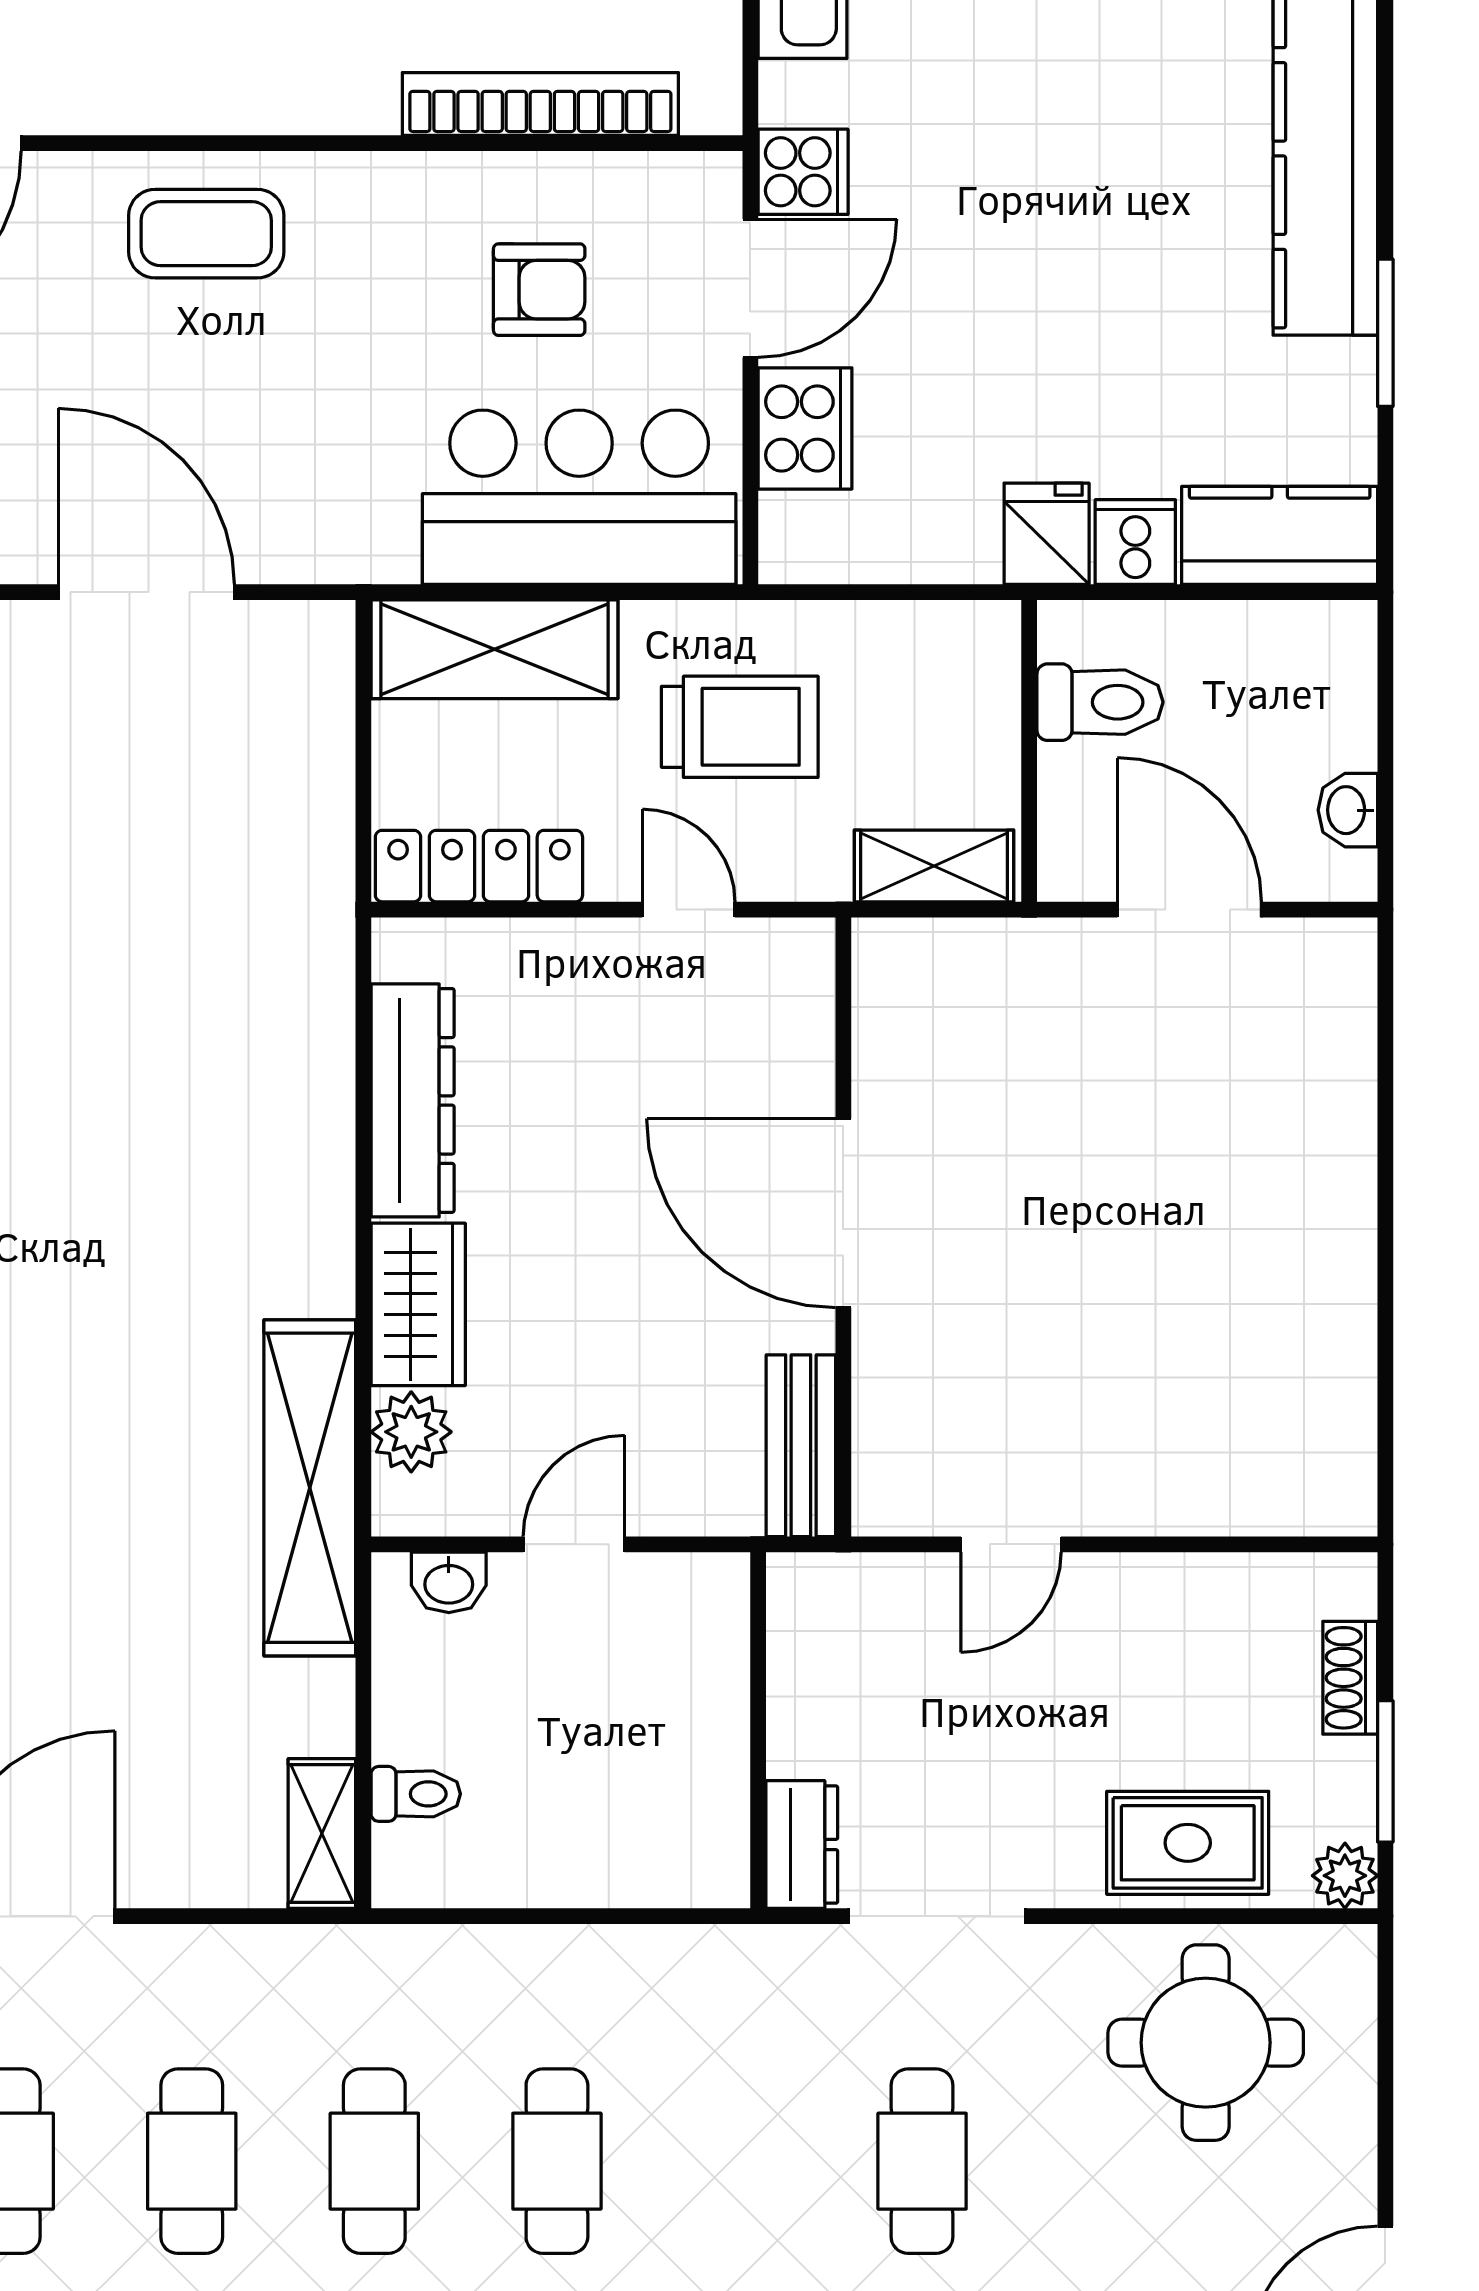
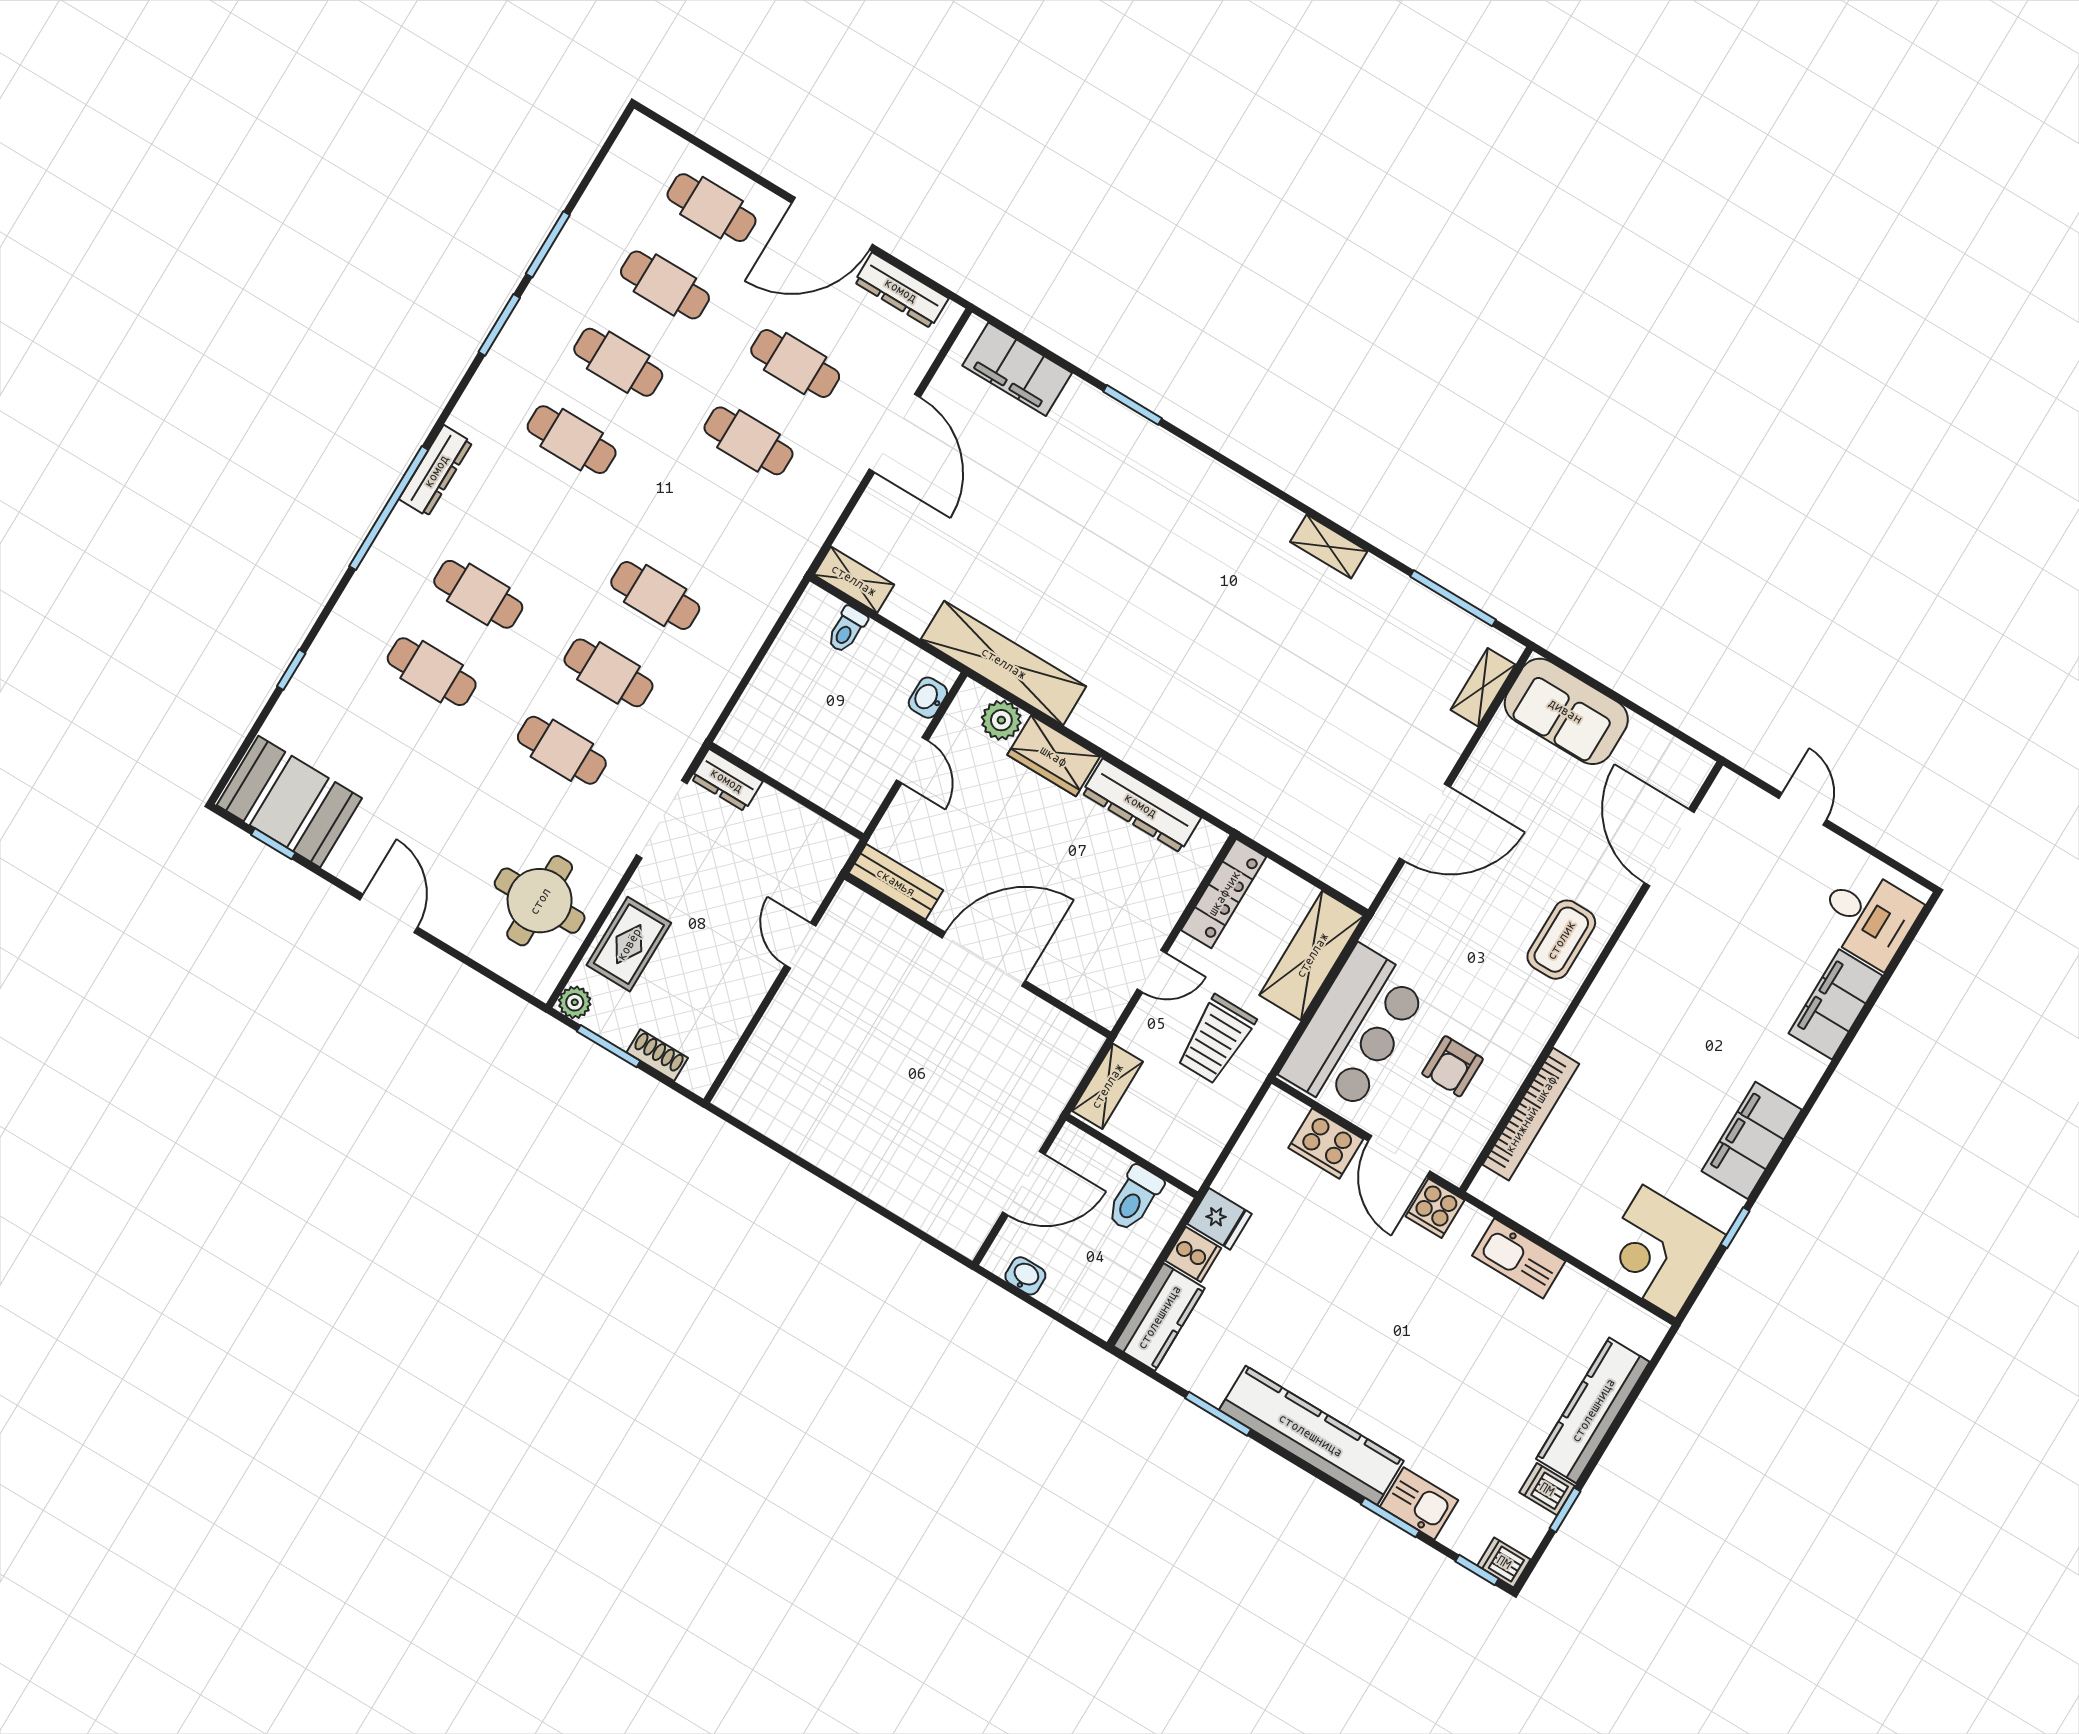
cafe table: (374, 2161) -> (609, 673), moved

